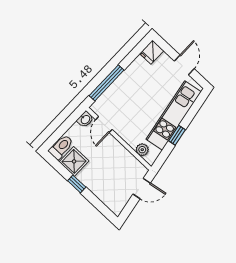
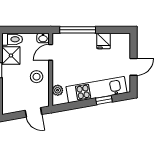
fridge: (152, 52) -> (104, 41), moved, turned -90
window: (177, 135) -> (104, 100), moved
stool: (113, 157) -> (37, 77), added

